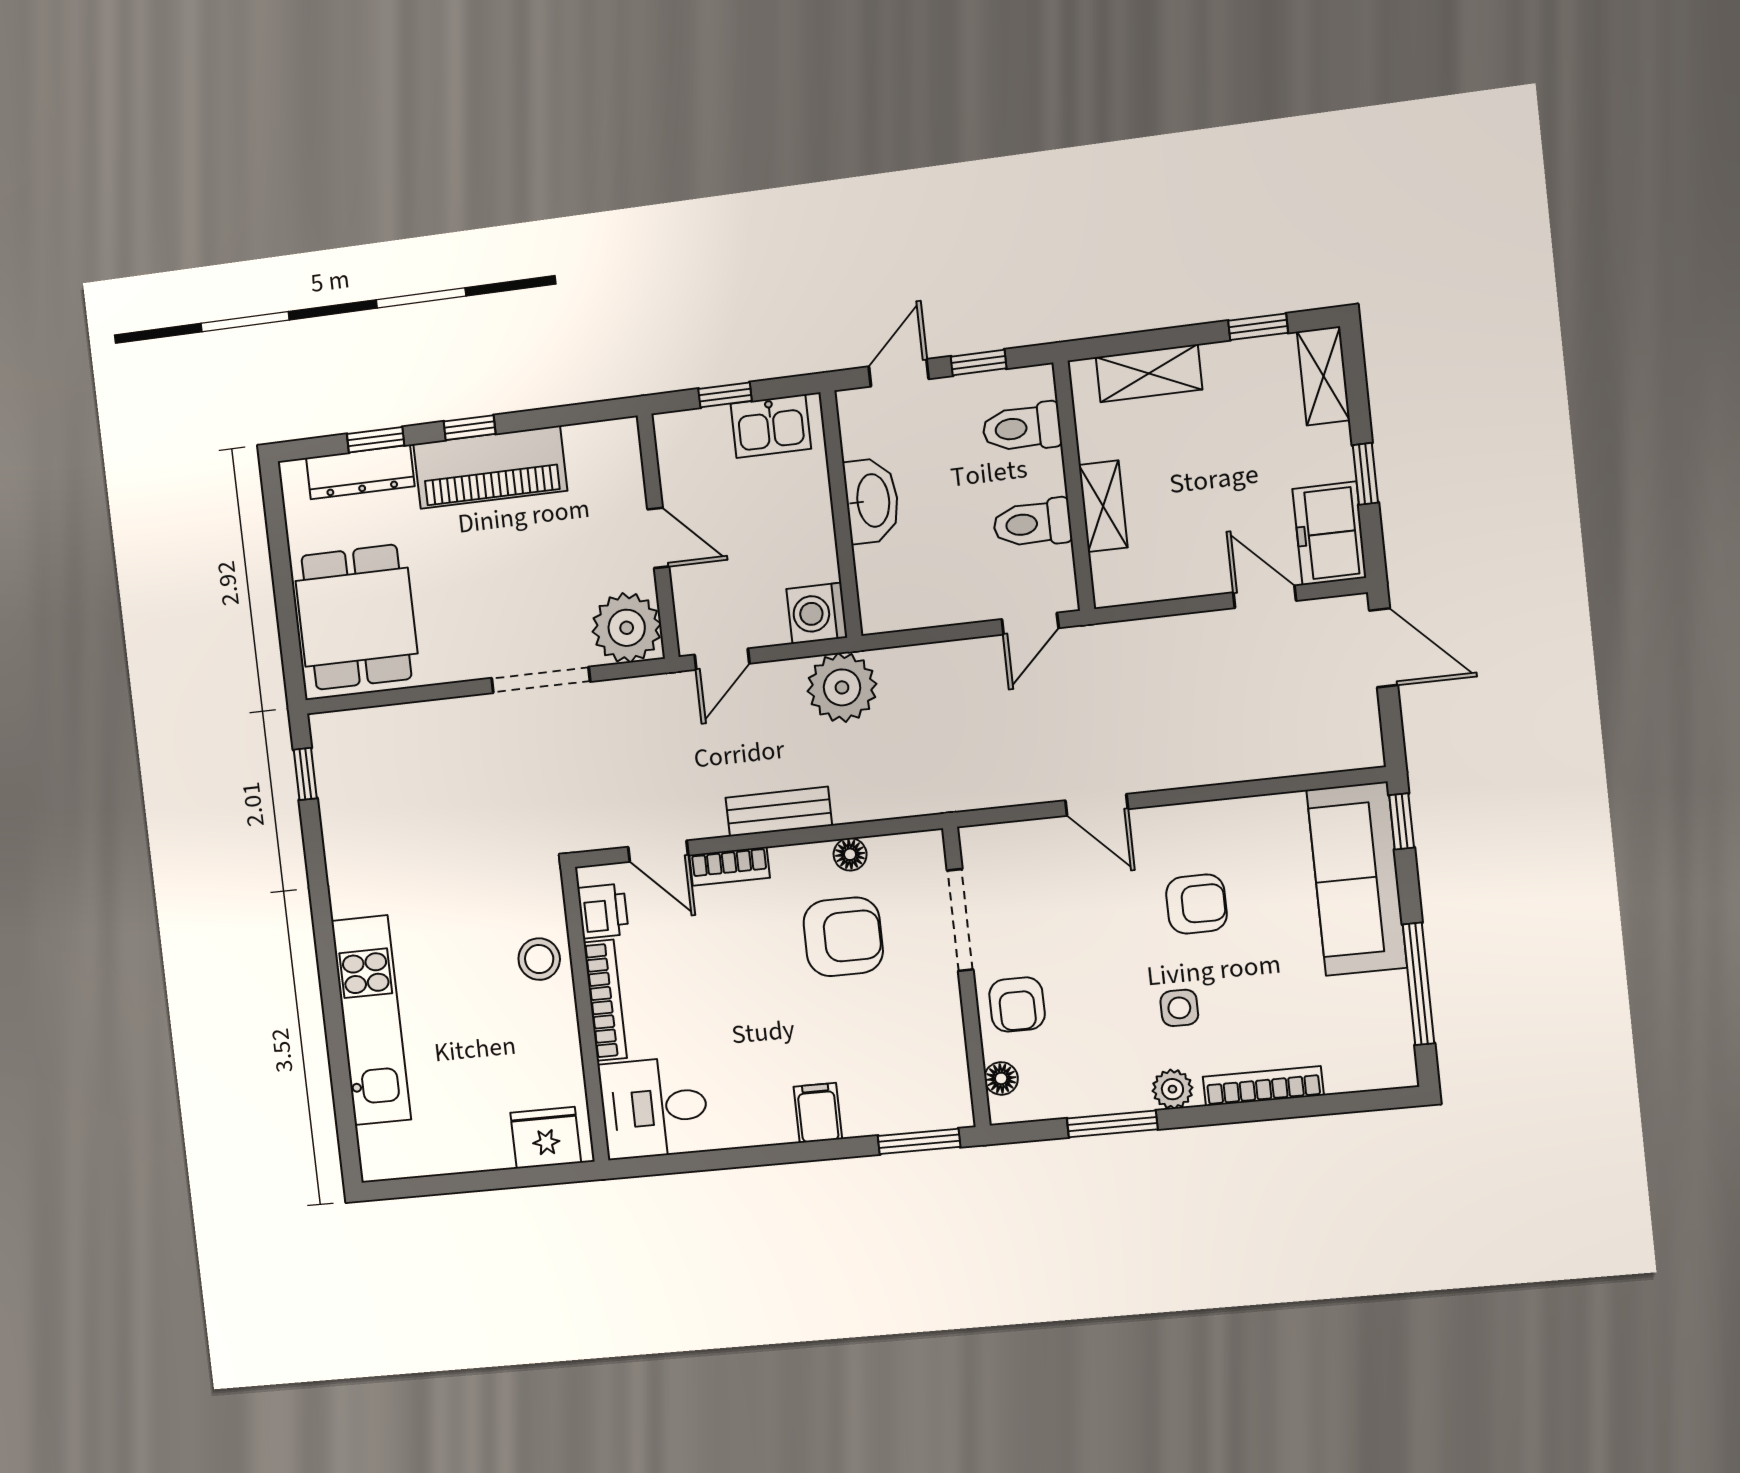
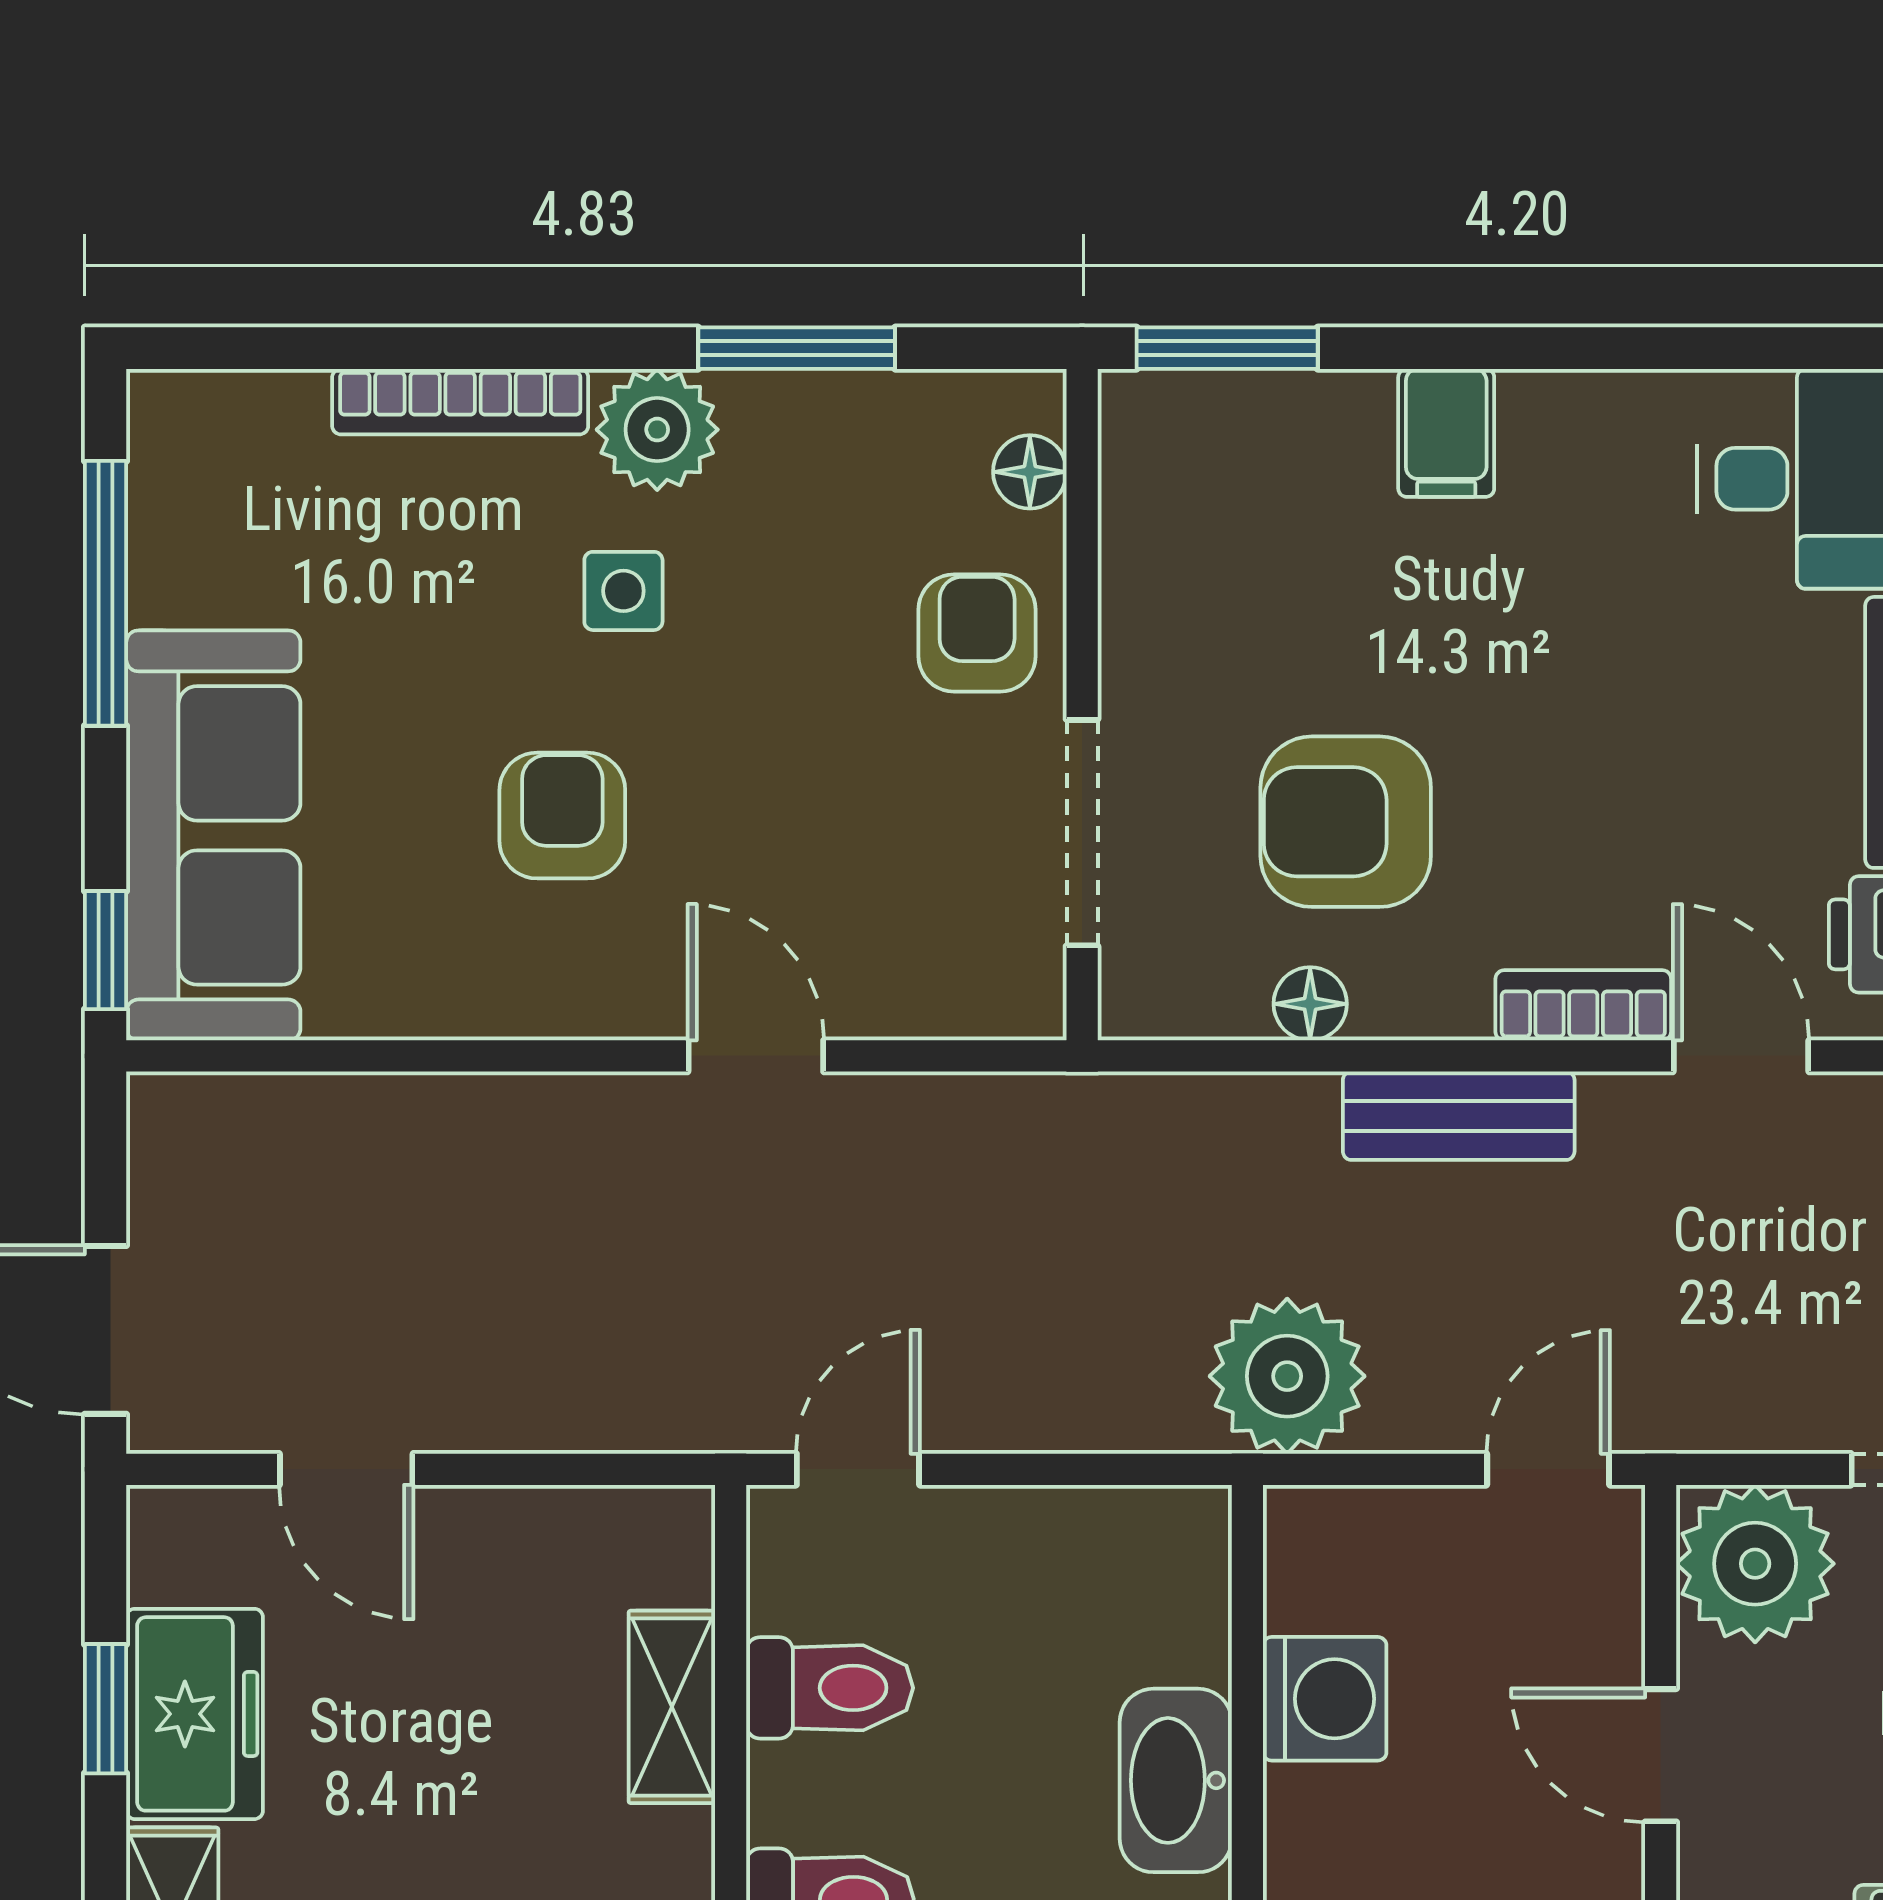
freezer: (1329, 533) -> (195, 1714), moved
washing machine: (817, 613) -> (1325, 1699), moved
armchair: (1196, 904) -> (562, 816), turned 90
plant: (1172, 1089) -> (657, 430), width x1.38, depth x1.38

